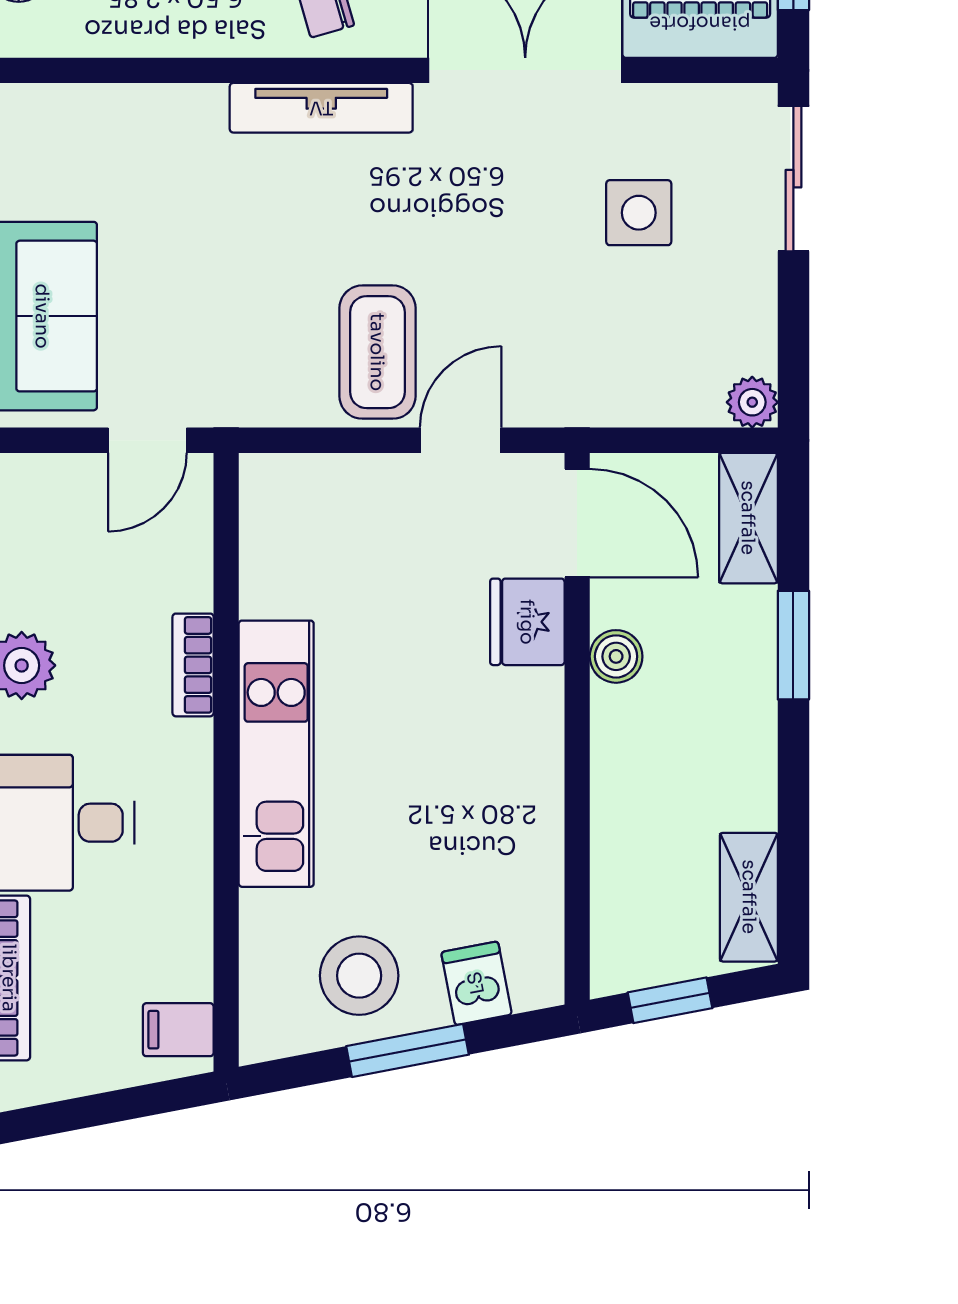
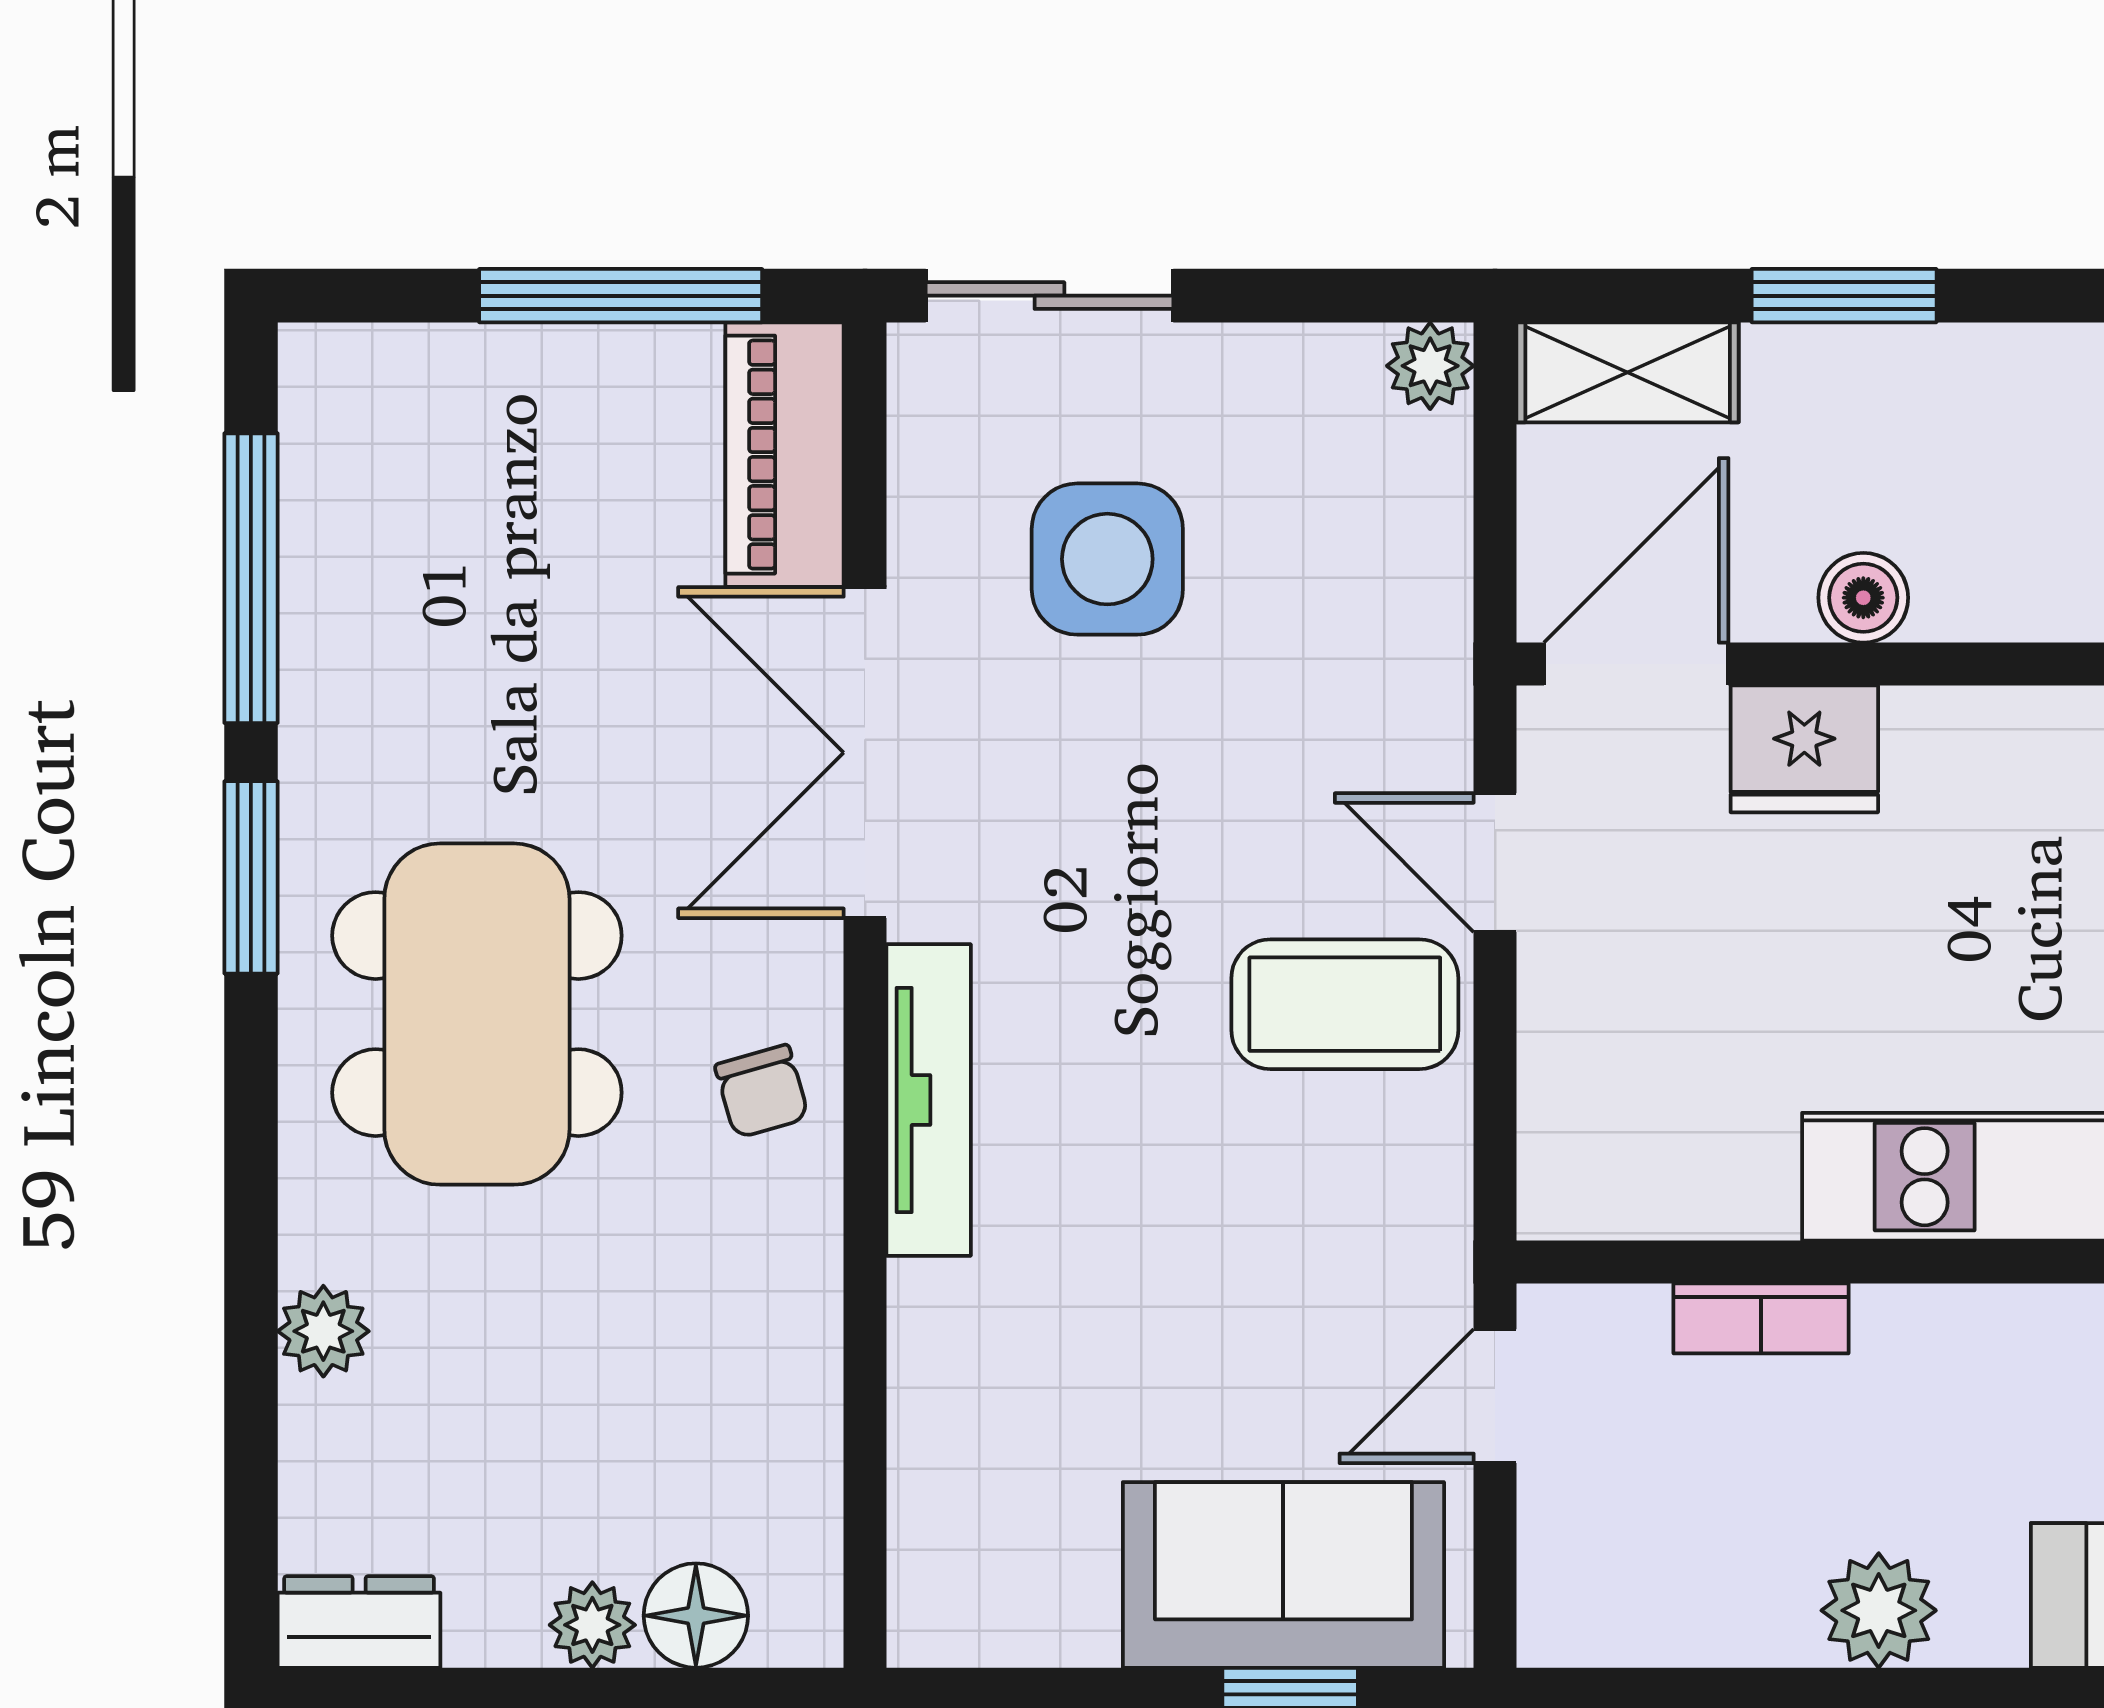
side table: (639, 213) -> (1107, 559), width x1.37, depth x1.37
door: (147, 440) -> (1495, 1396), swing flipped
bookcase: (193, 665) -> (1761, 1318), moved

